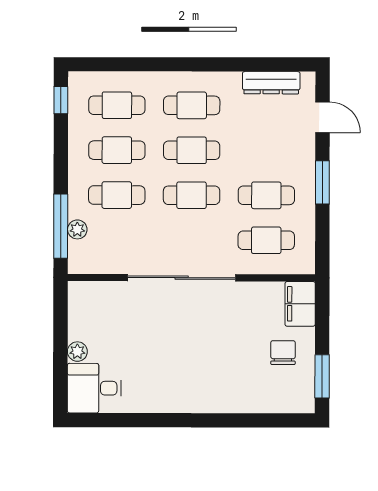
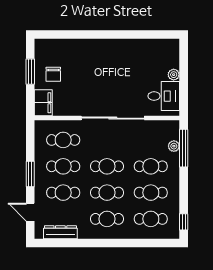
cafe table: (266, 150) -> (63, 193), added
window: (322, 376) -> (30, 72), moved
desk: (94, 388) -> (164, 96), moved

